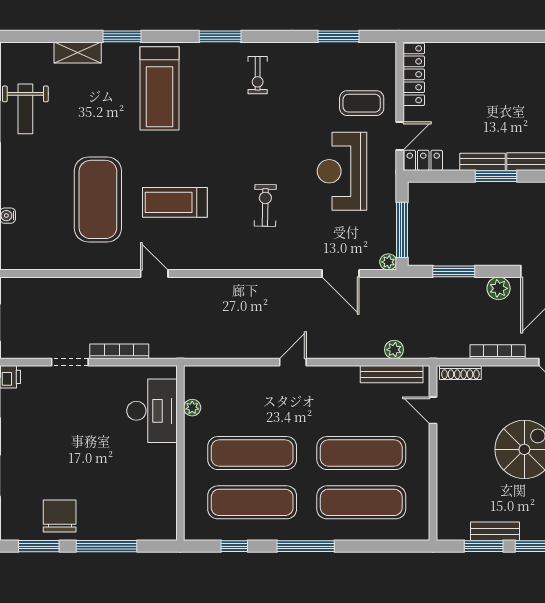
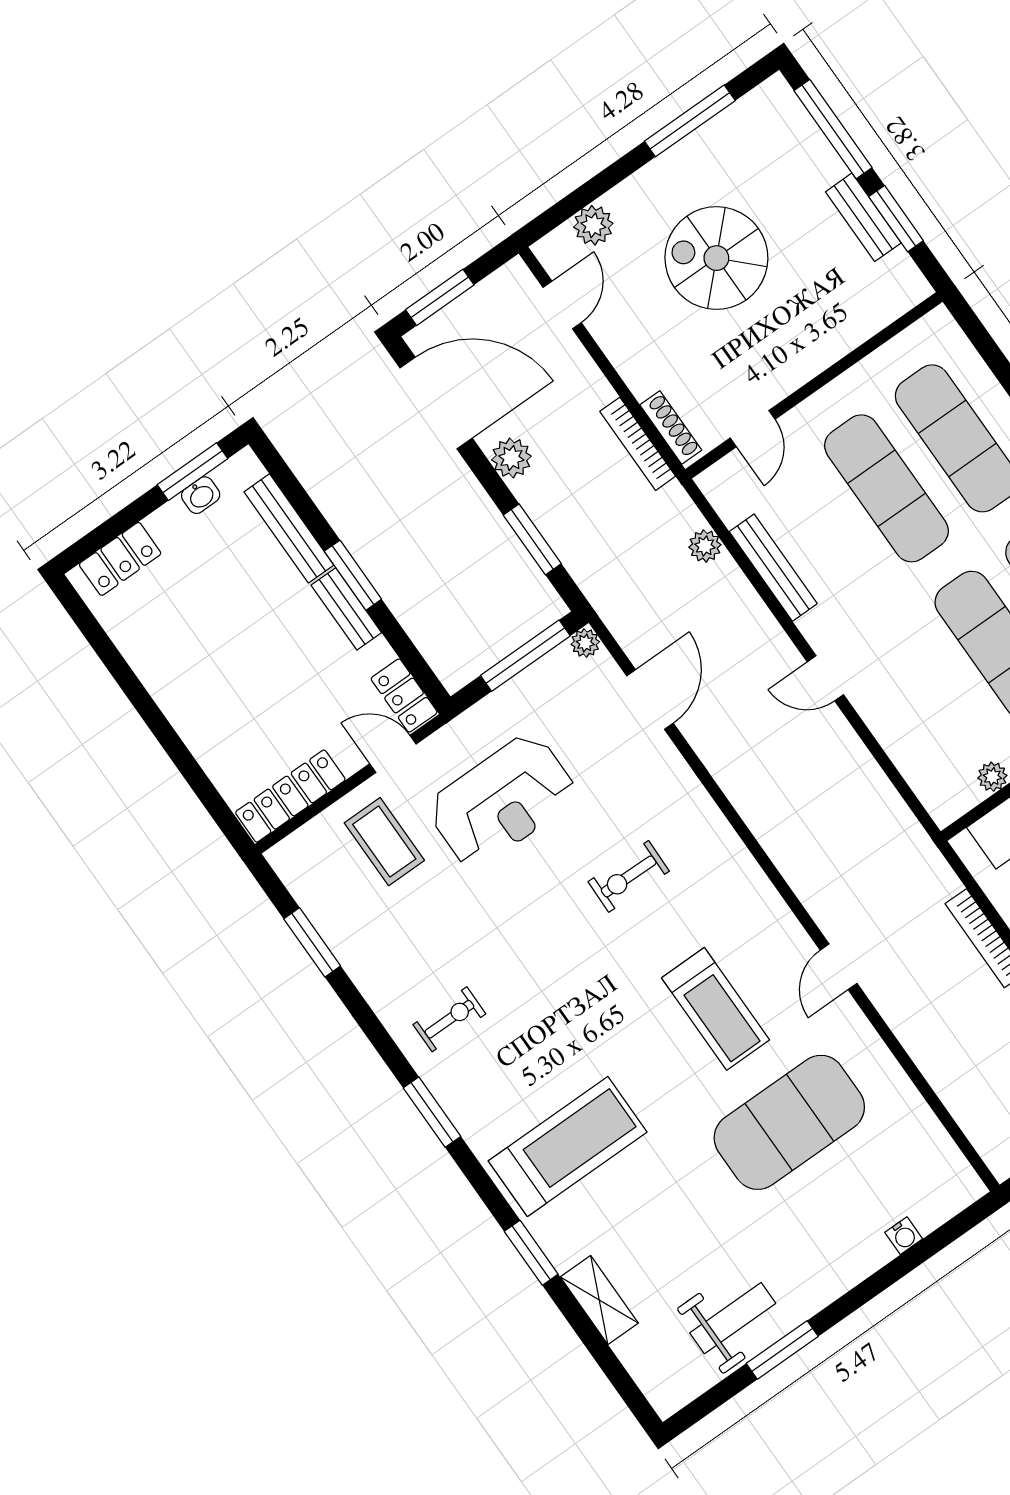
bookcase: (498, 352) -> (638, 444), moved
bench: (392, 374) -> (773, 568), moved

